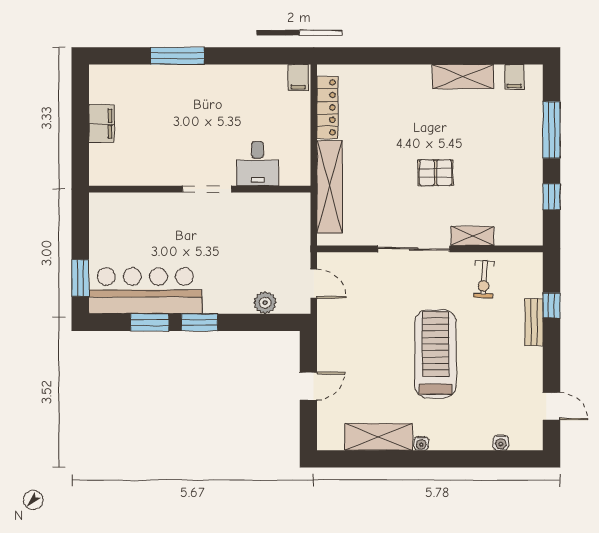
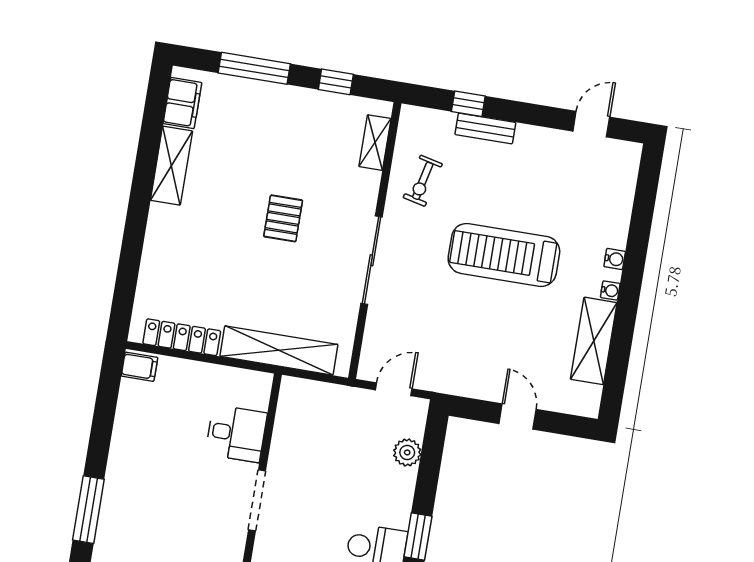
filing cabinet: (514, 77) -> (182, 103), width x2.00
shelving: (472, 236) -> (375, 143), moved
exercise bike: (484, 279) -> (423, 181), turned 100
water cooler: (501, 443) -> (615, 259), moved

